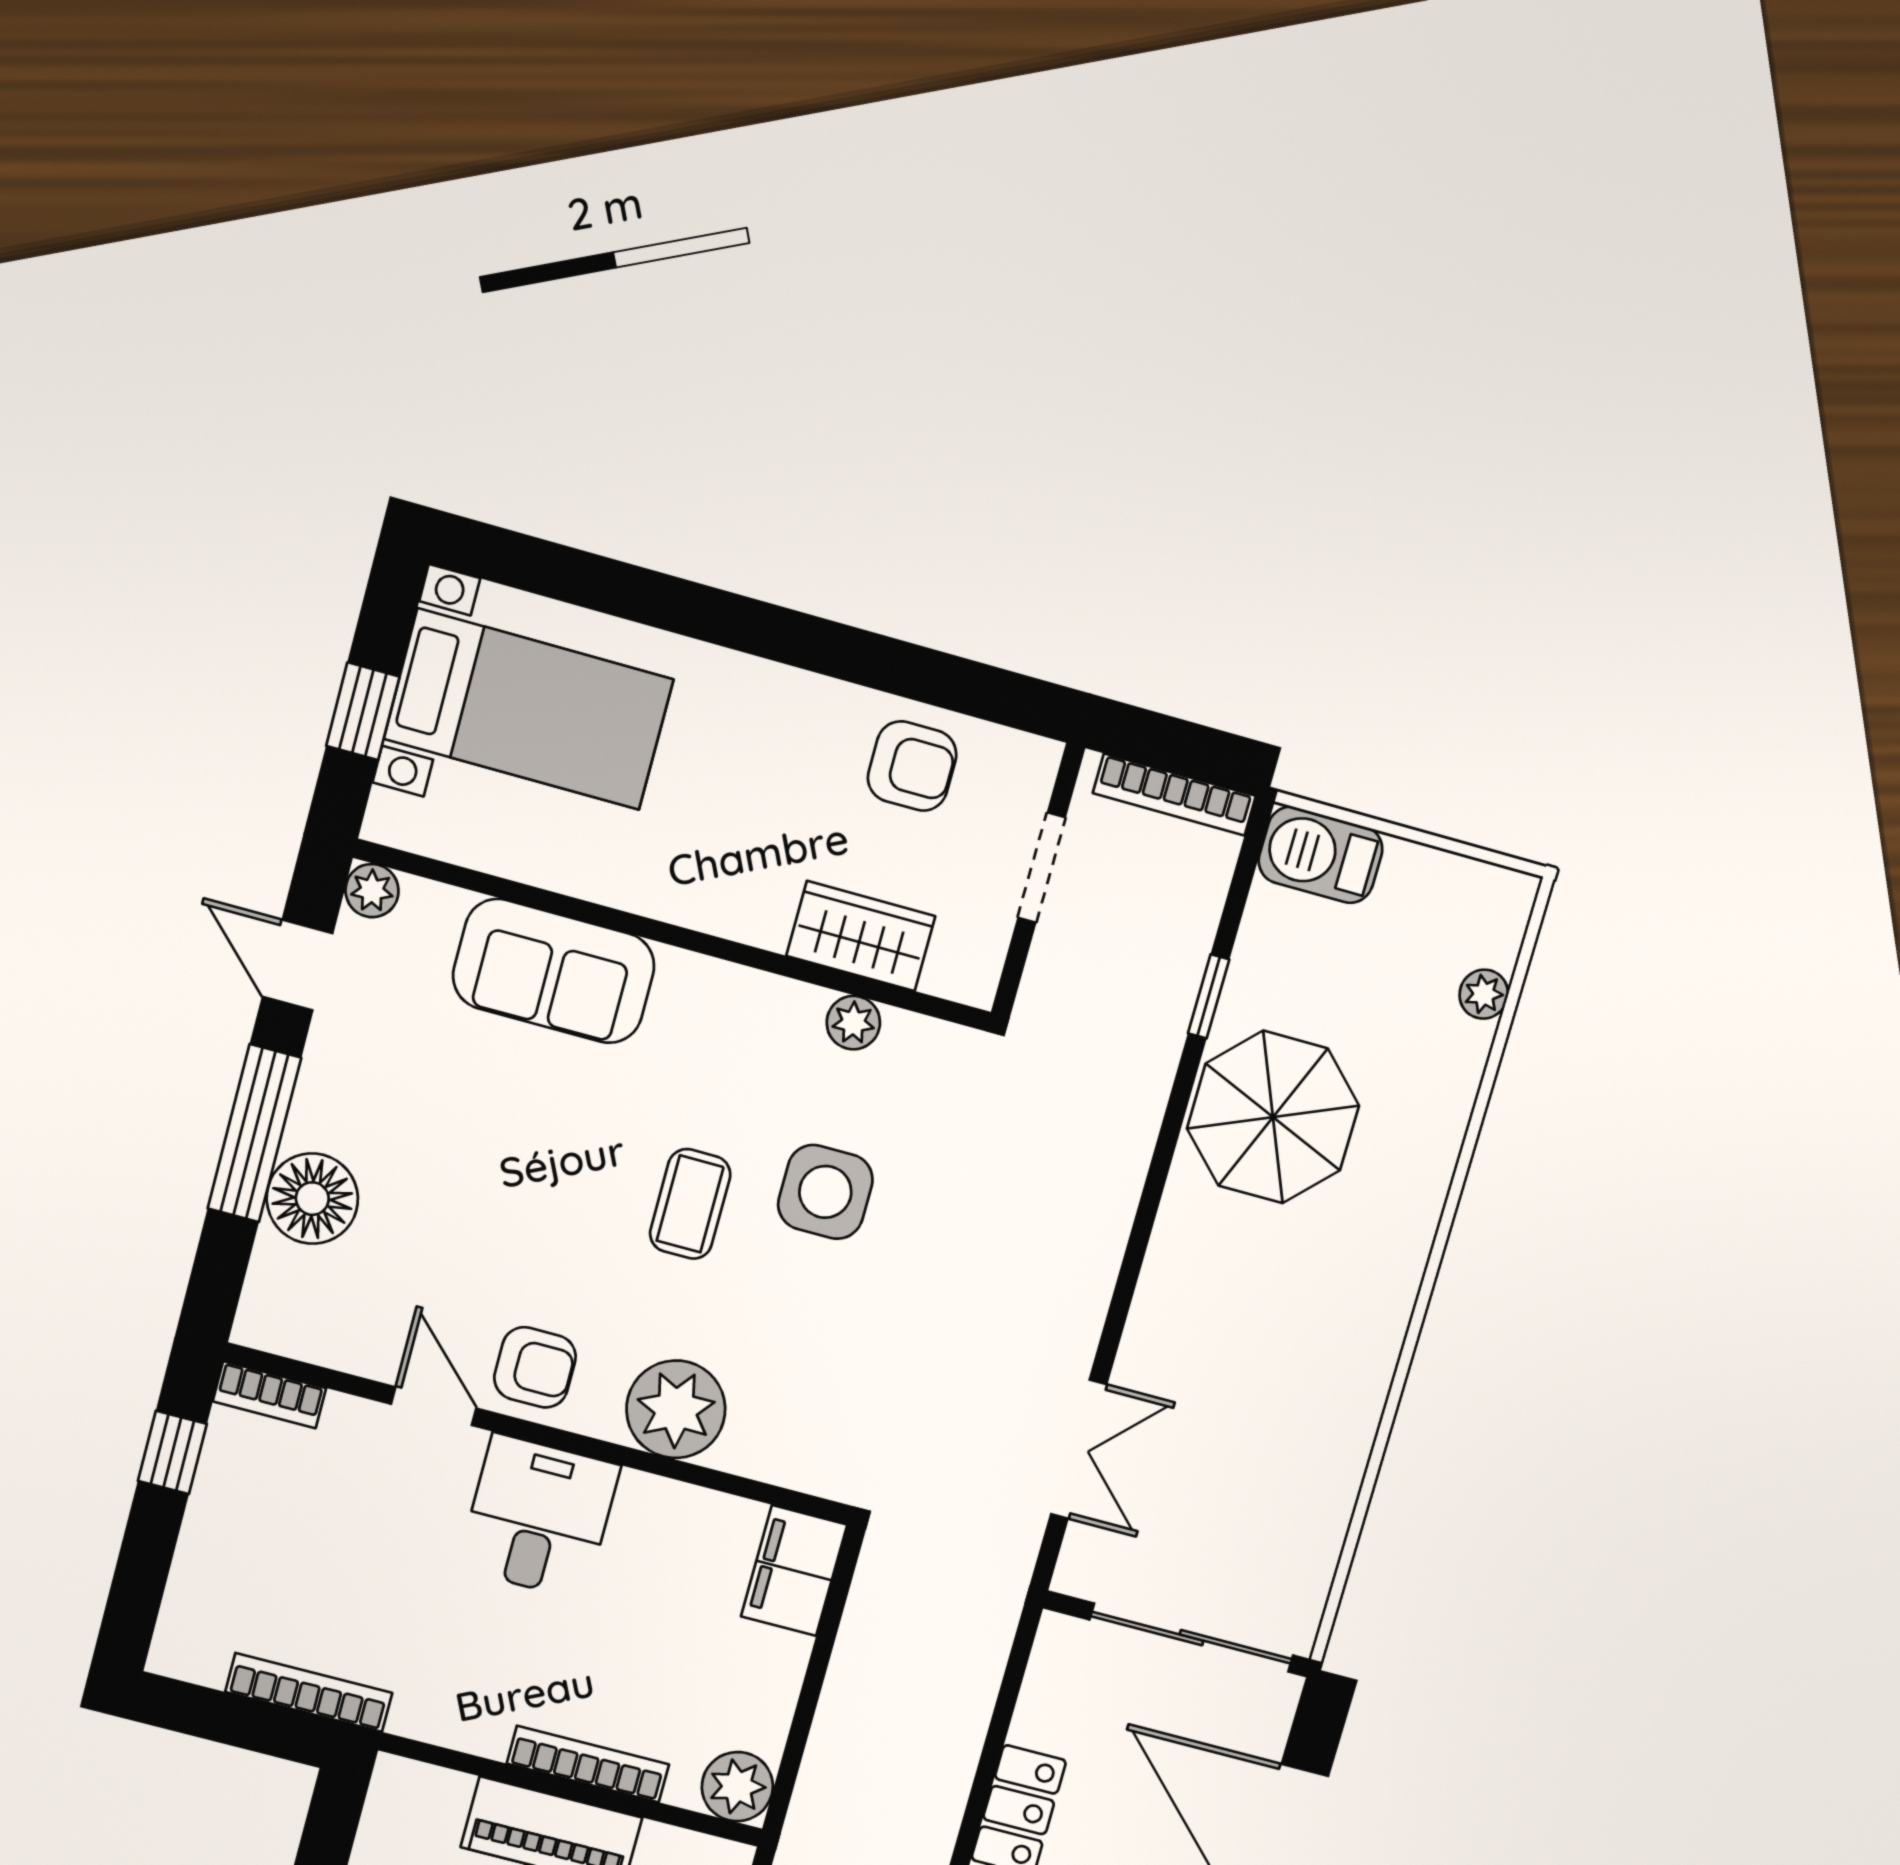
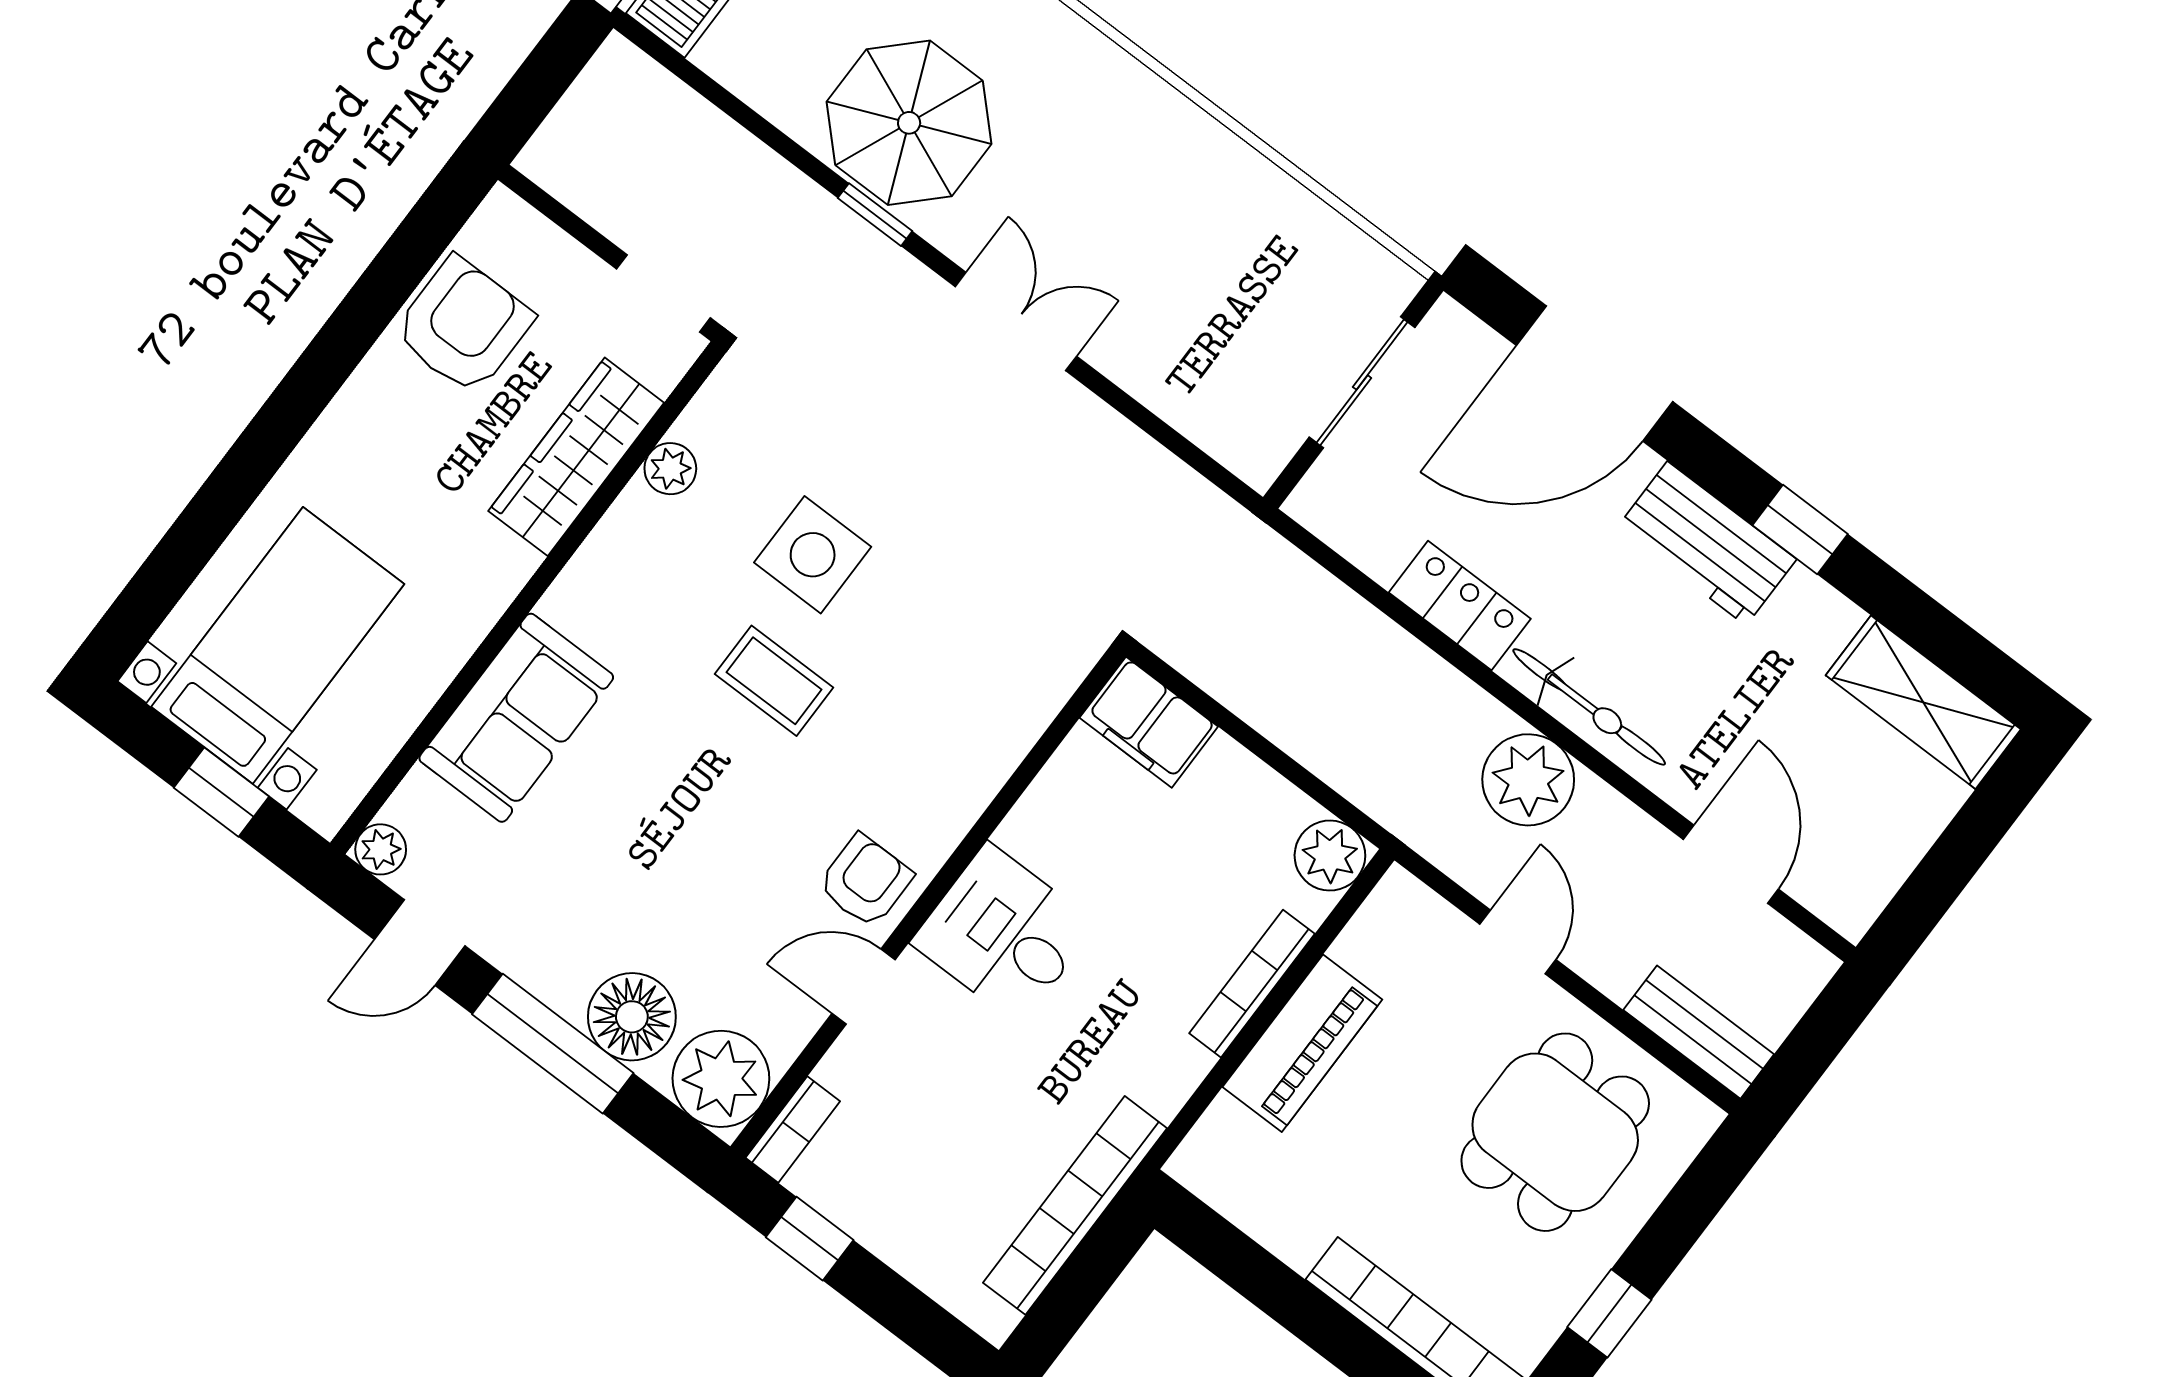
armchair: (912, 766) -> (463, 326), width x1.38, depth x1.38
bookcase: (1174, 795) -> (583, 101), removed
doorway: (1042, 868) -> (663, 293), moved
wardrobe: (861, 936) -> (576, 457), width x1.50
window: (1209, 996) -> (875, 215), moved
plant: (676, 1409) -> (721, 1079), moved
double door: (1079, 1449) -> (1016, 322), moved
sliding door: (1191, 1638) -> (1362, 382), width x0.73
bookcase: (309, 1692) -> (1075, 1205), width x1.48, depth x1.31

